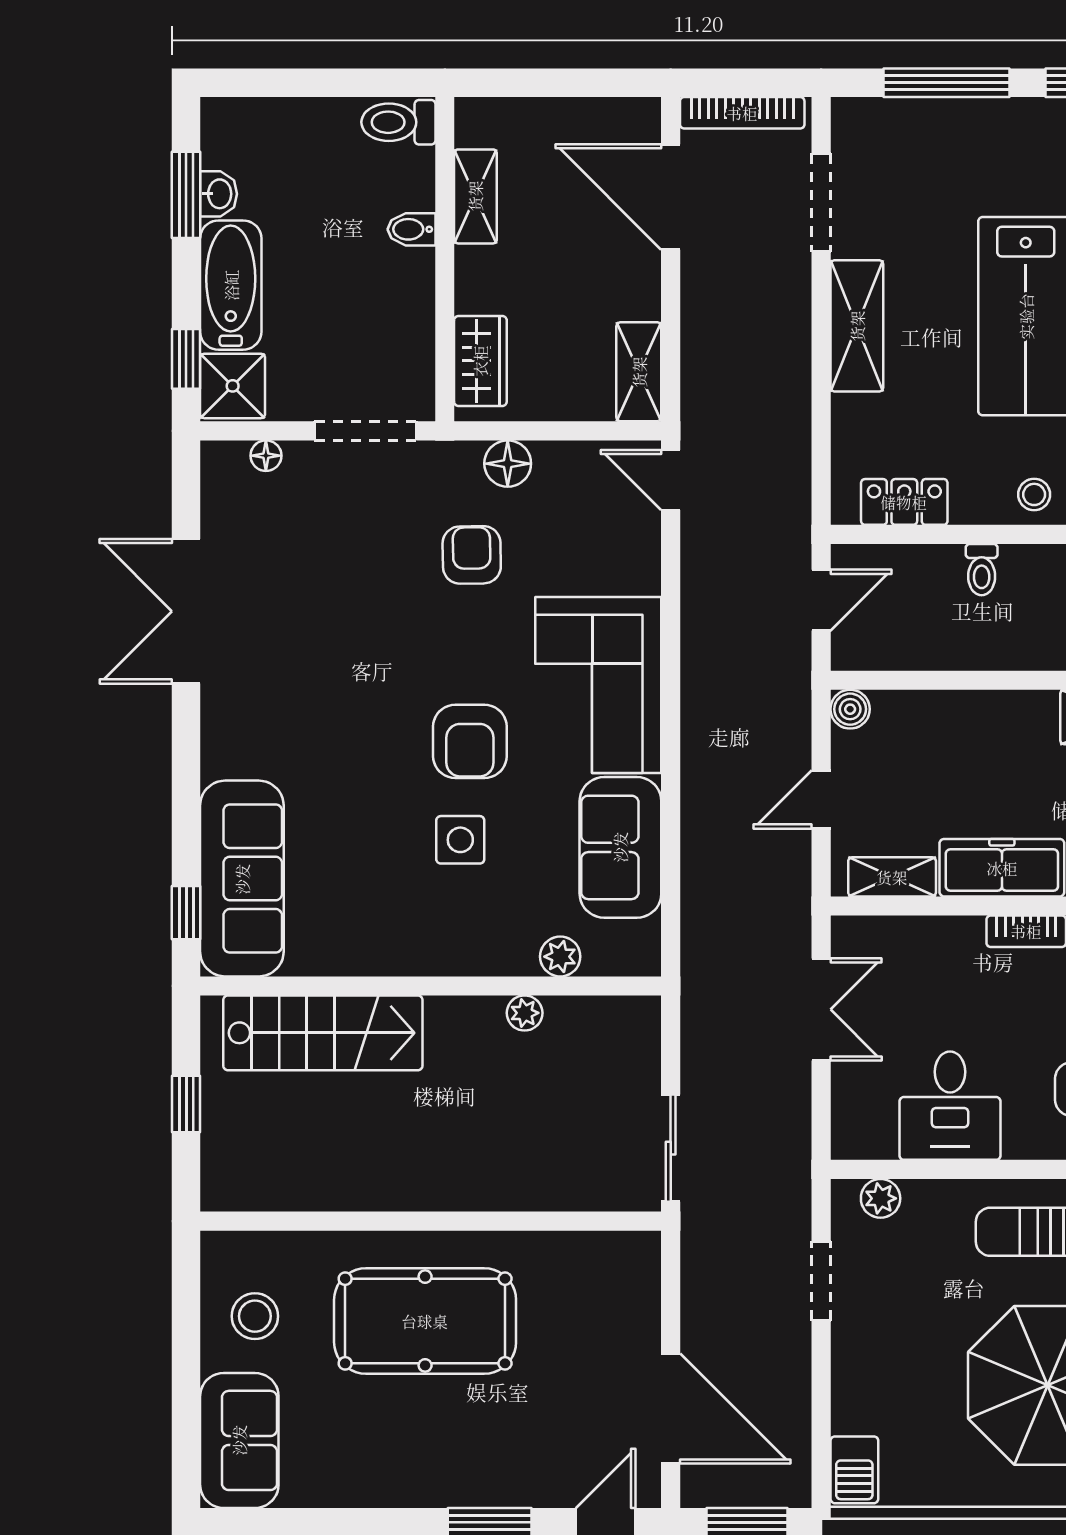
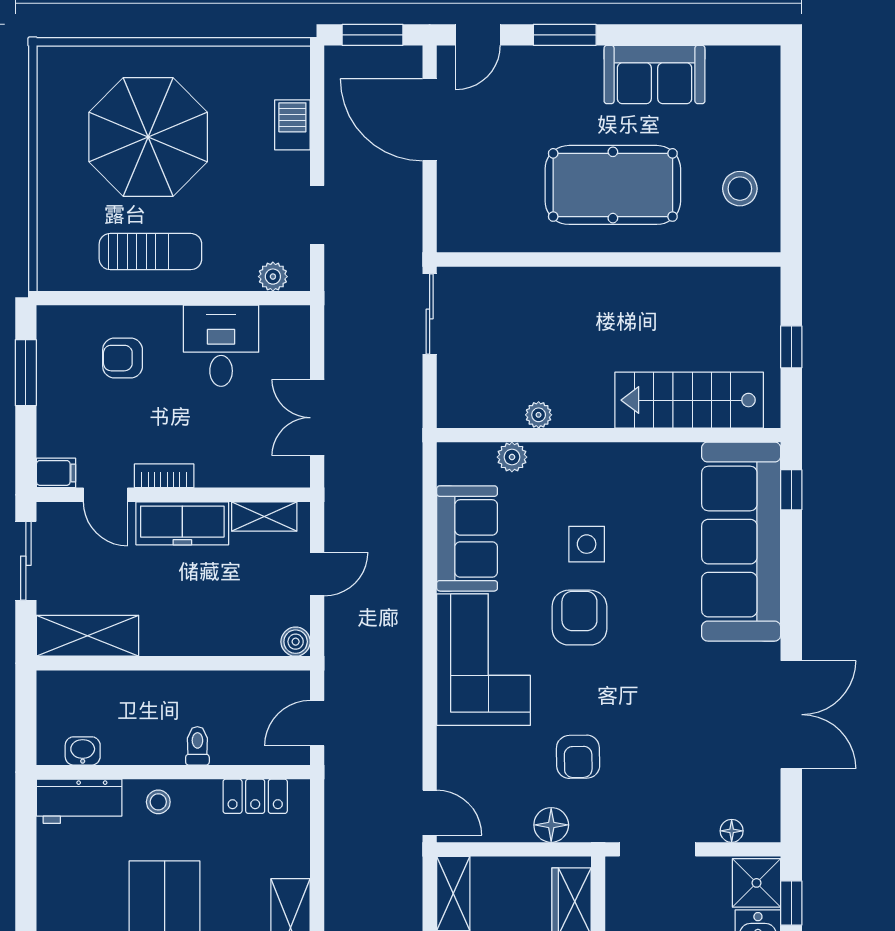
sofa: (242, 879) -> (741, 542), width x1.36, depth x1.27
sofa: (239, 1440) -> (655, 75), moved, turned -90
barbecue: (854, 1470) -> (292, 125), moved

